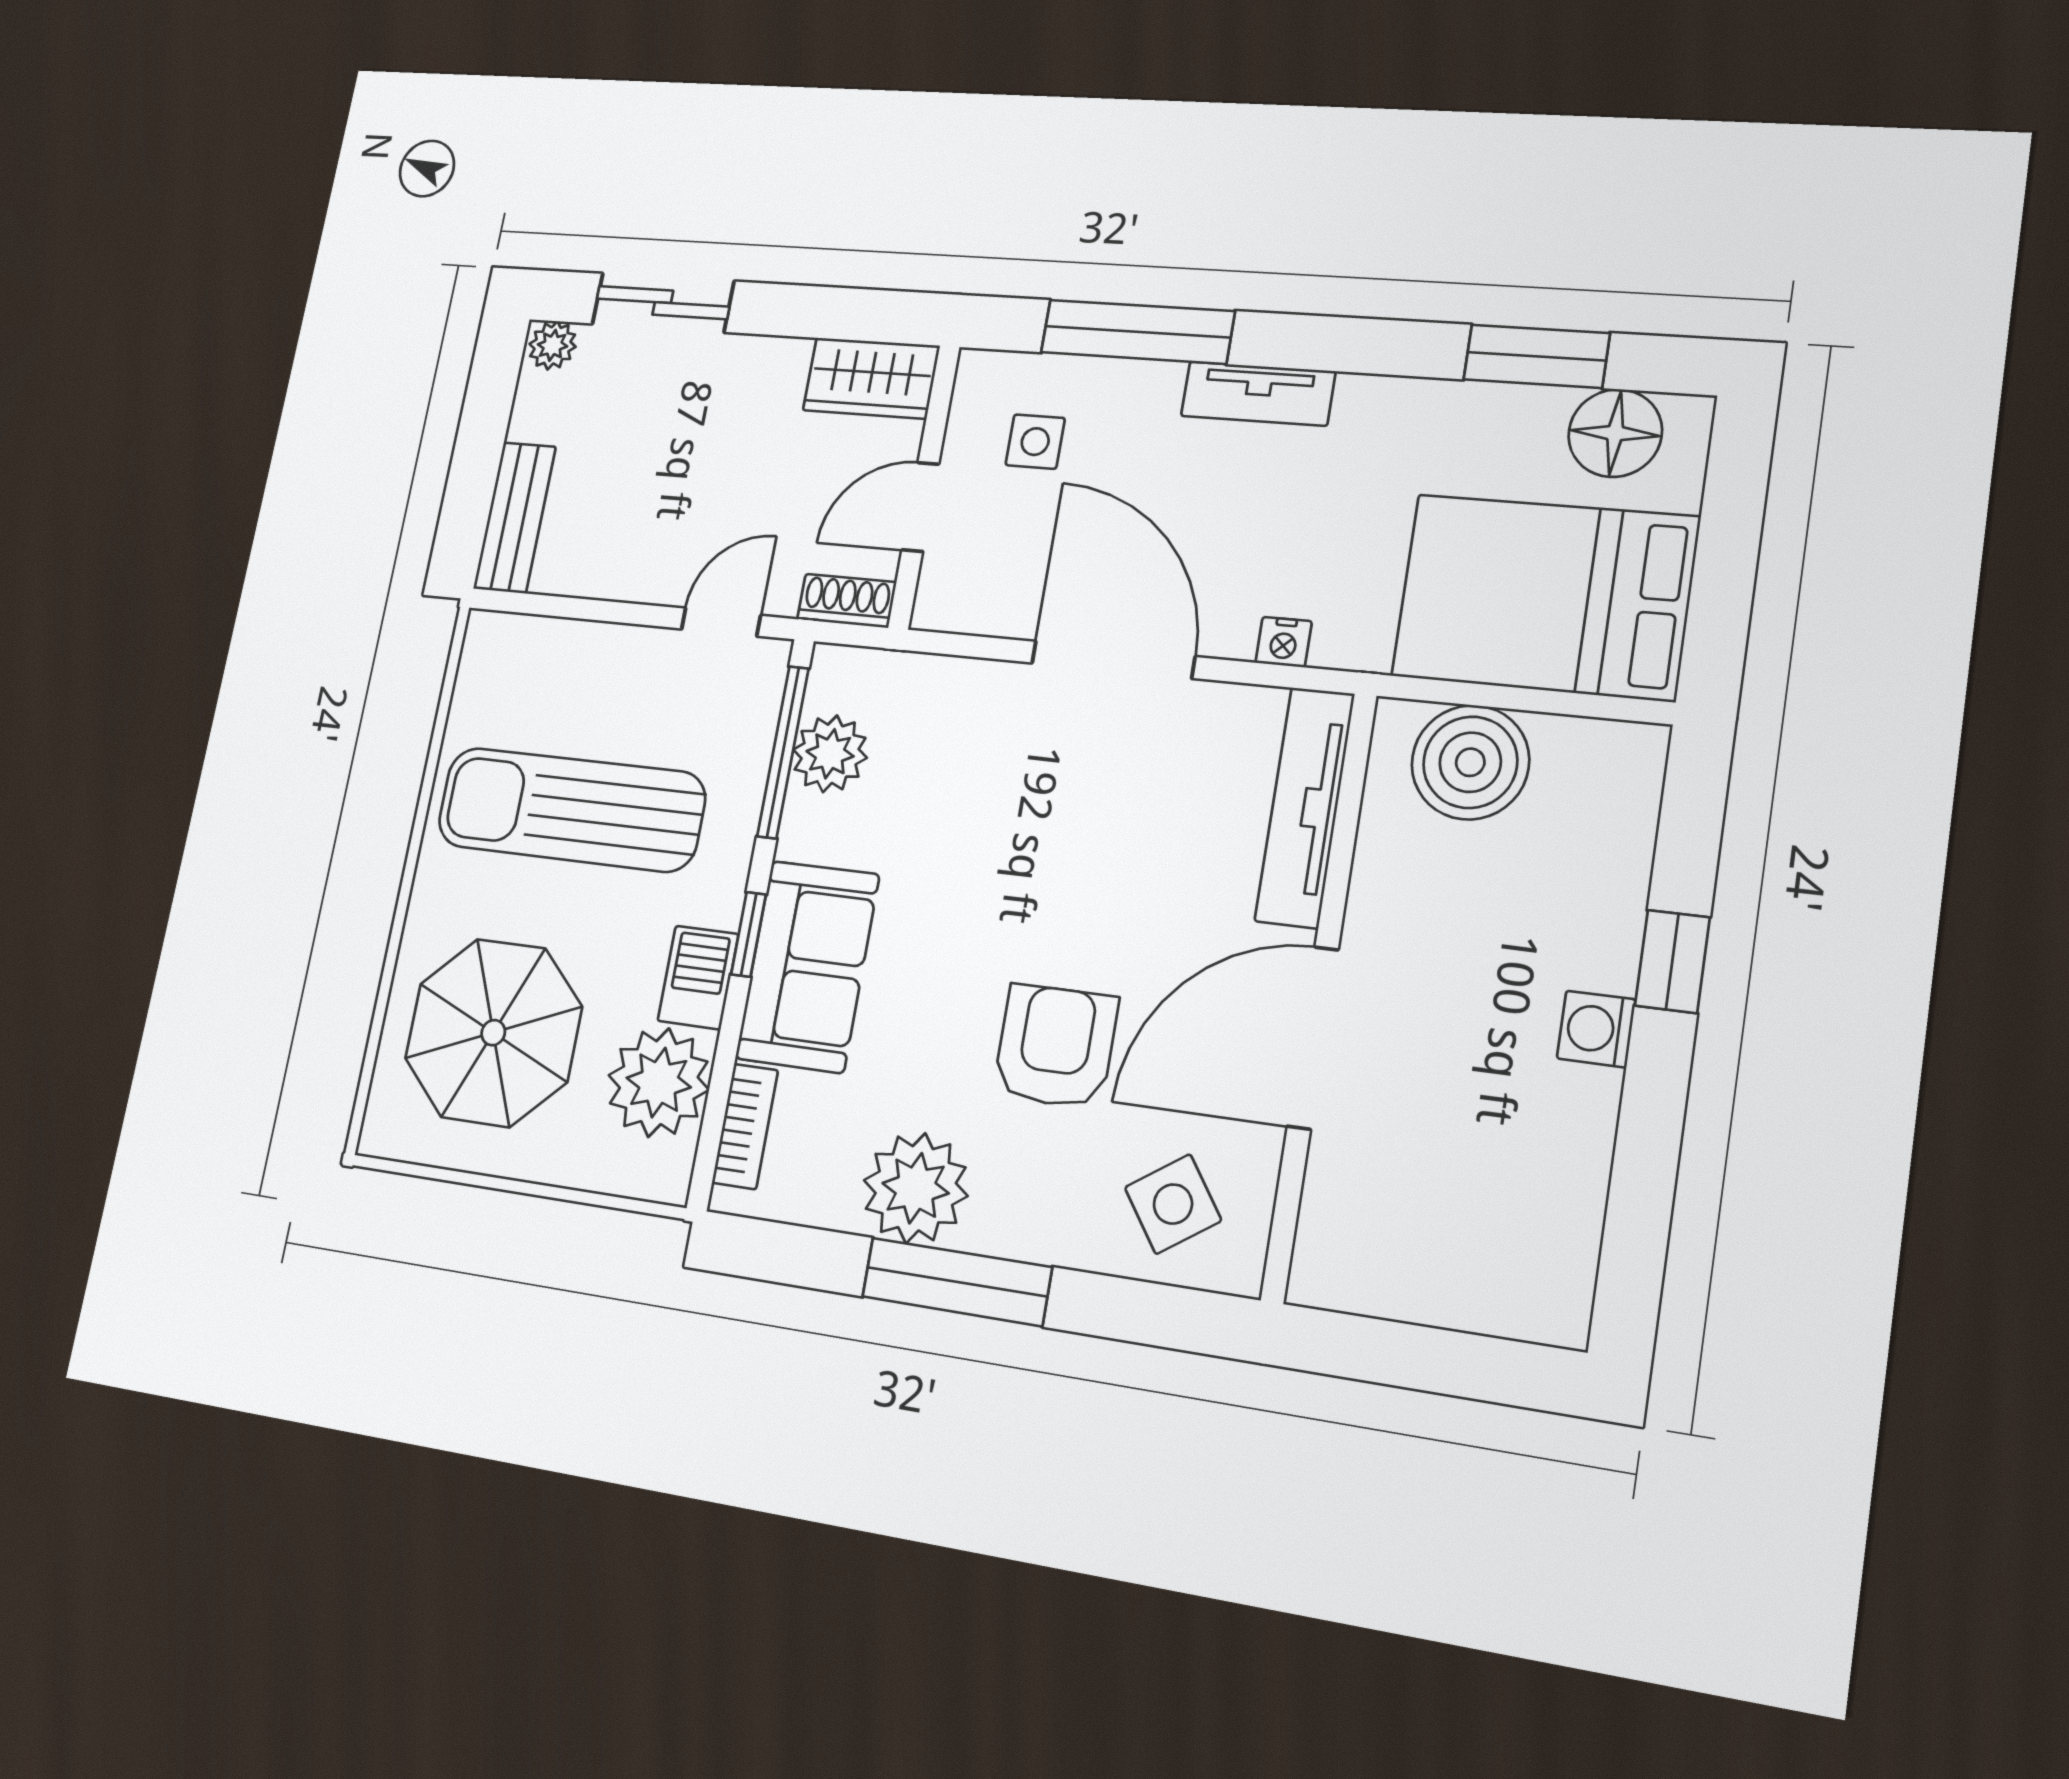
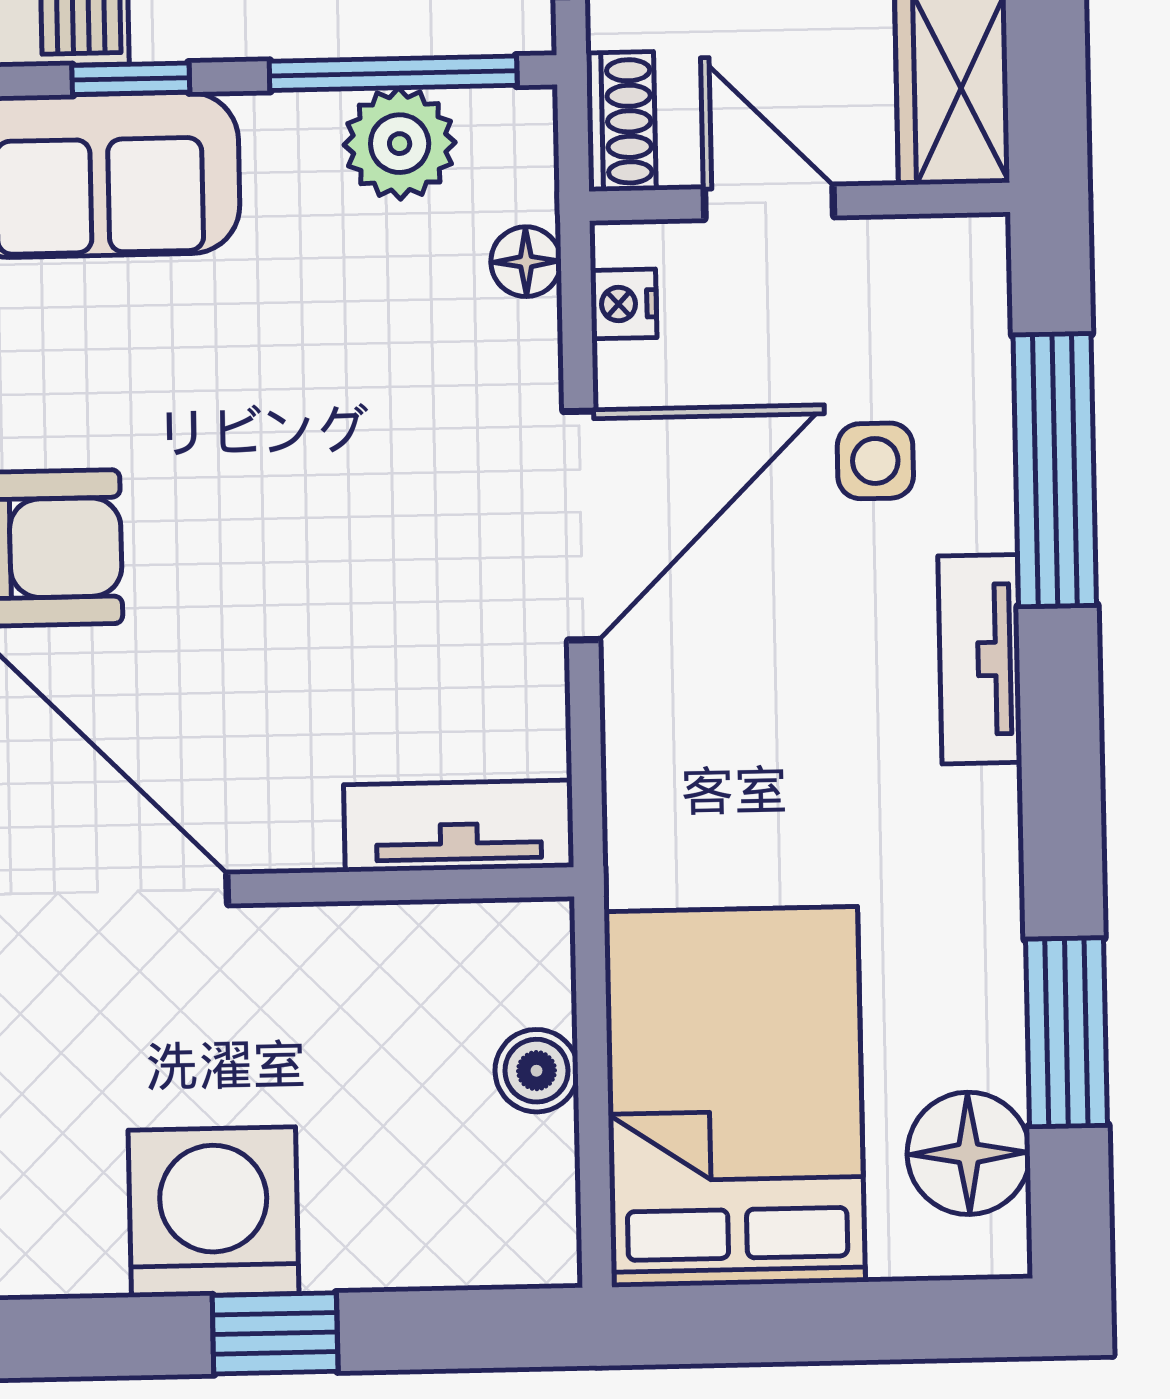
side table: (1035, 442) -> (875, 461), moved
nightstand: (1284, 642) -> (624, 304), moved
floor lamp: (926, 677) -> (526, 262), added
boiler: (1470, 762) -> (537, 1071), width x0.54, depth x0.54
tv unit: (1305, 807) -> (459, 826), width x0.71
washing machine: (1596, 1029) -> (214, 1212), width x1.89, depth x1.89

